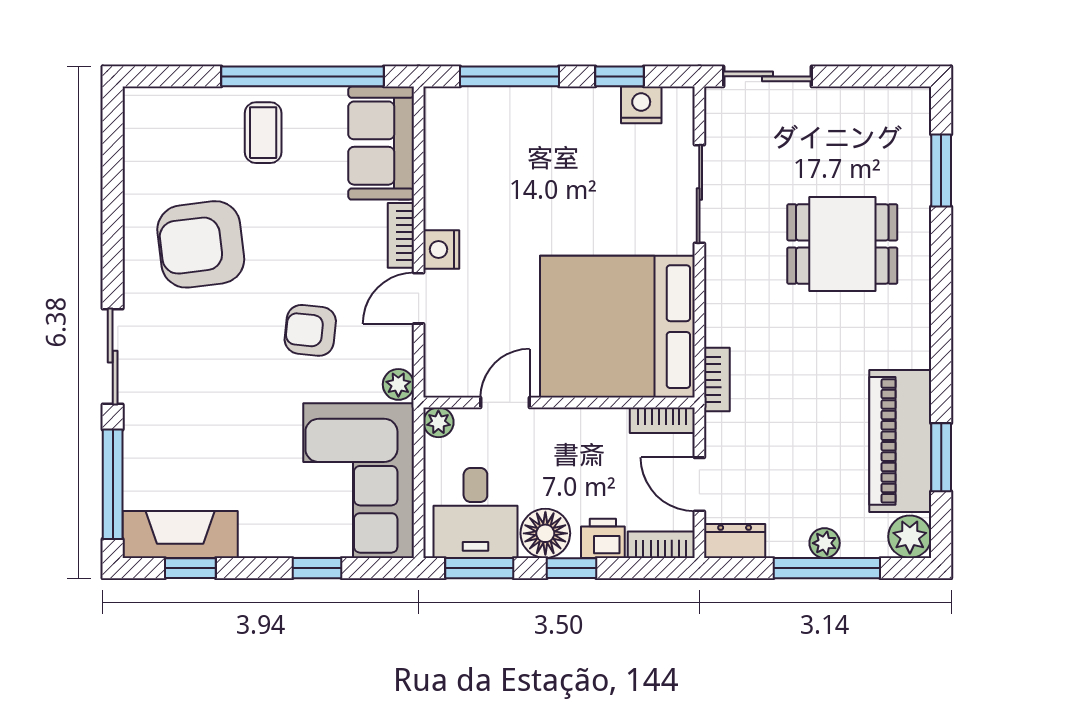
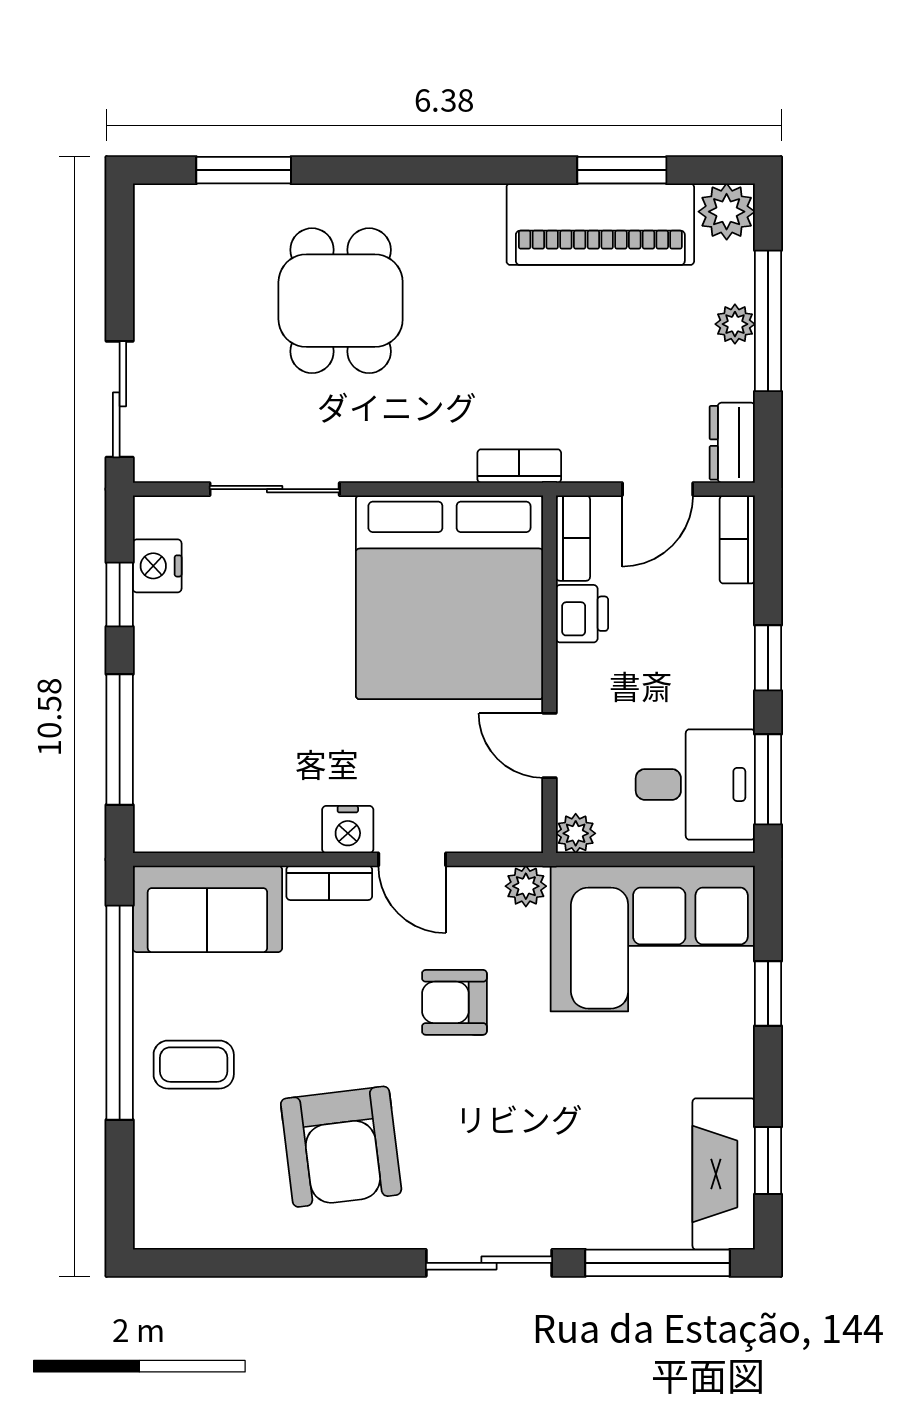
armchair: (310, 330) -> (454, 1002), turned 84
floor lamp: (545, 533) -> (722, 692), removed
printer: (603, 538) -> (582, 614), moved, turned 180

